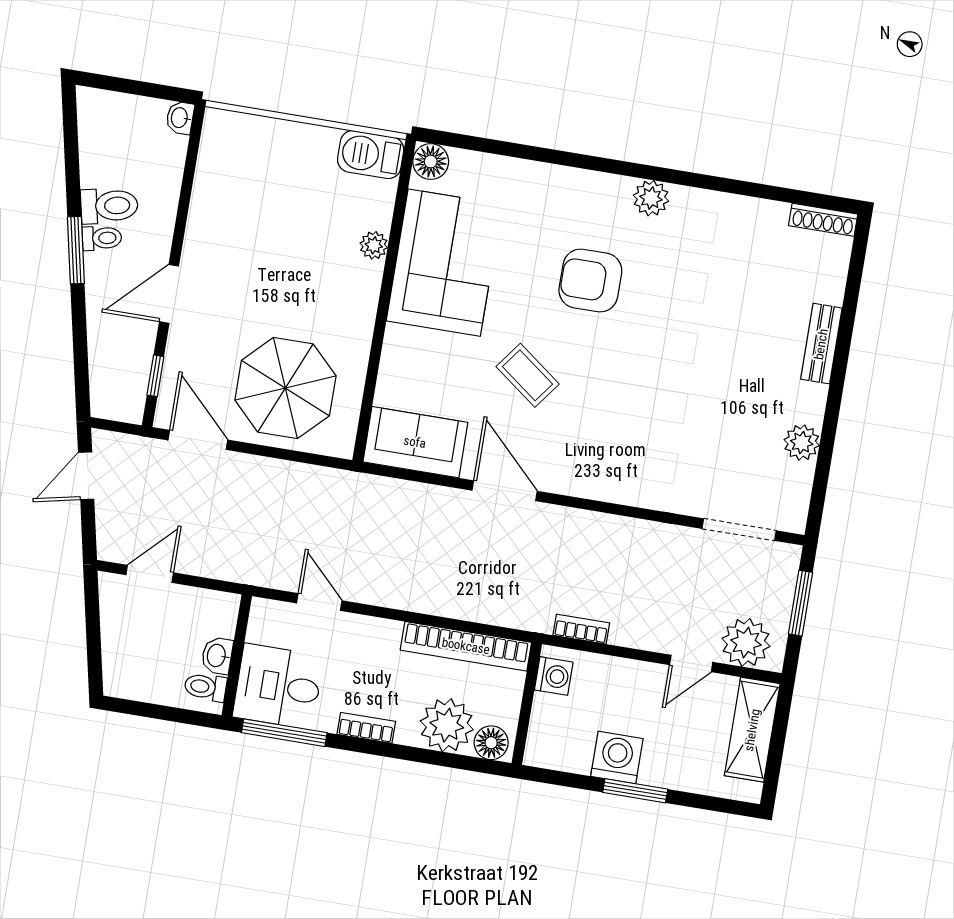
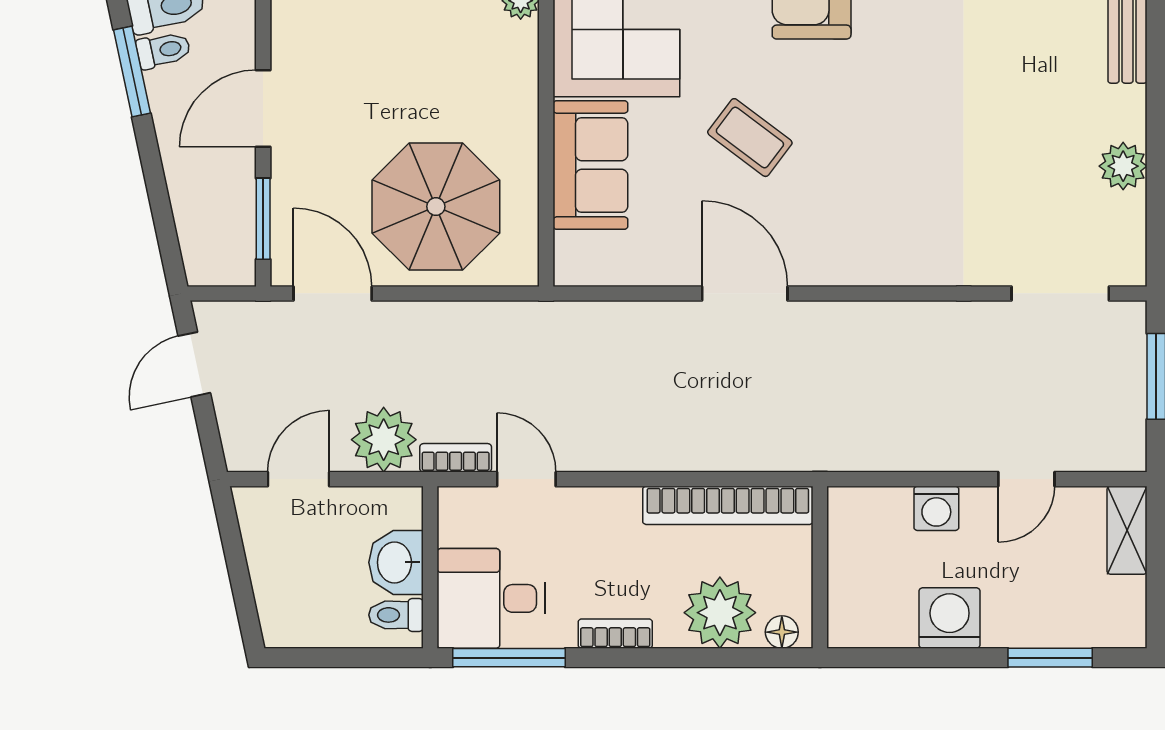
window: (155, 376) -> (263, 219), width x1.50
sofa: (415, 442) -> (590, 165), moved, turned 90
bookcase: (581, 629) -> (456, 458), moved
plant: (746, 642) -> (384, 440), moved
washbasin: (217, 656) -> (396, 562), width x1.38, depth x1.45
washing machine: (554, 676) -> (936, 508), moved, turned 90
shelving: (752, 730) -> (1127, 530), width x0.67, depth x0.75
floor lamp: (491, 743) -> (782, 632), width x0.73, depth x0.73
window: (635, 791) -> (1050, 658), moved

